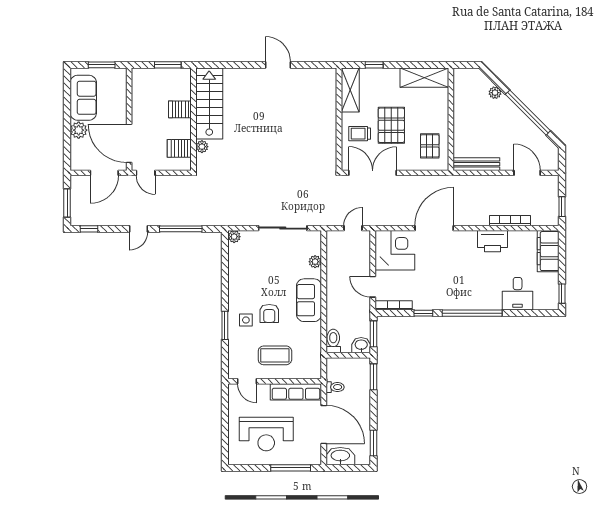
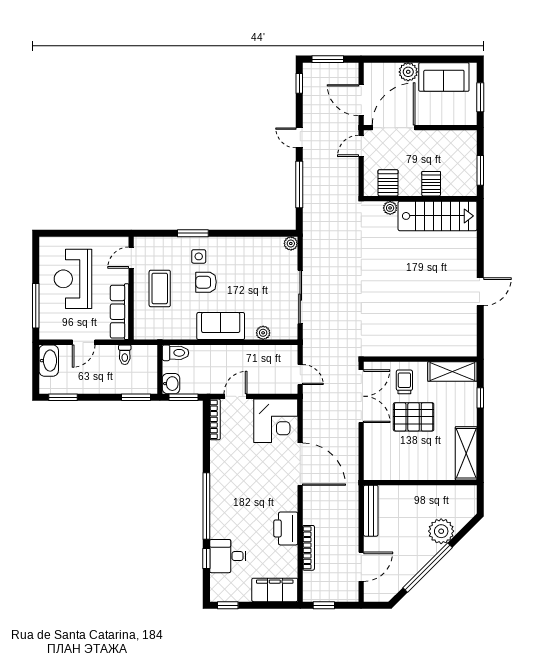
plant: (495, 93) -> (441, 531), width x1.87, depth x1.87
pallet: (430, 146) -> (391, 459), removed
window: (423, 313) -> (206, 558), moved
door: (324, 424) -> (84, 342), width x0.53

